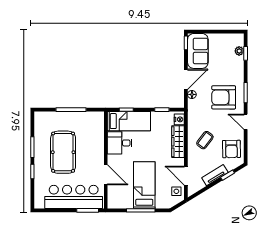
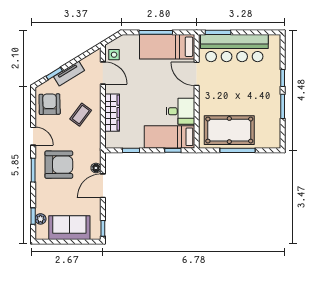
sofa: (198, 51) -> (69, 228), moved, turned 90
nightstand: (179, 119) -> (111, 139), removed
pool table: (63, 152) -> (229, 130), moved, turned 90
bed: (144, 185) -> (167, 47), moved, turned 90

